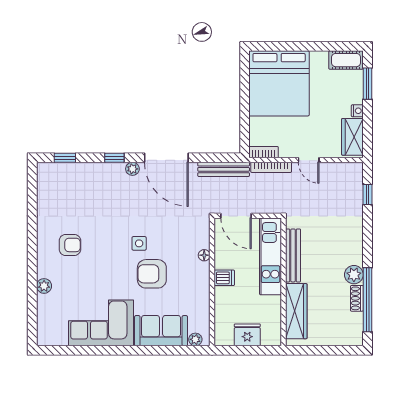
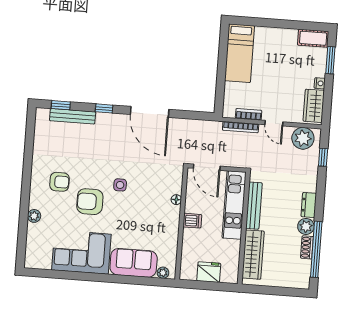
bed: (279, 83) -> (240, 53), width x0.49
bookcase: (264, 152) -> (249, 114), moved
plant: (132, 169) -> (303, 138), moved, width x1.88, depth x1.88
bench: (224, 169) -> (73, 116), moved
dresser: (355, 250) -> (309, 205), added
armchair: (152, 274) -> (90, 202), moved

